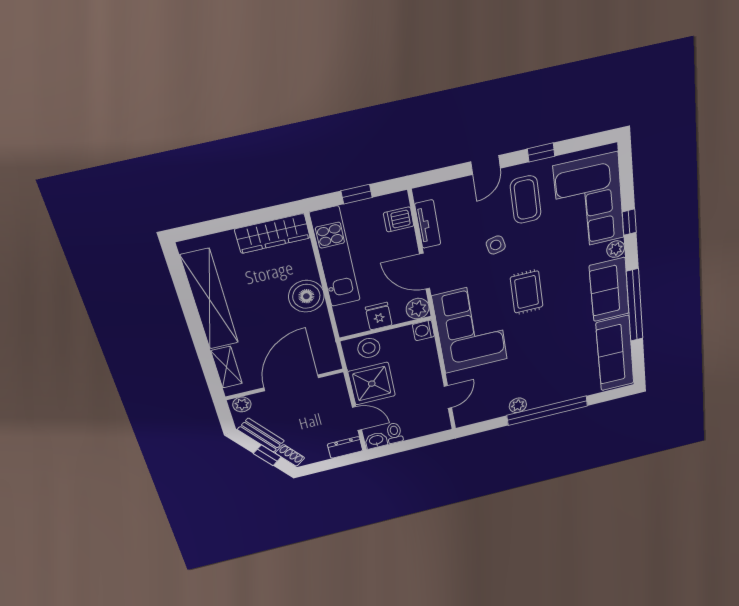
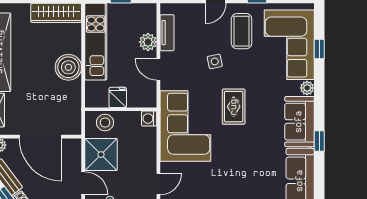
dishwasher: (399, 219) -> (147, 24), removed
window: (629, 222) -> (319, 49), moved
door: (425, 271) -> (158, 69), width x0.73
window: (635, 305) -> (319, 141), width x0.32
plant: (418, 309) -> (148, 42), moved
door: (291, 383) -> (40, 137), swing flipped

